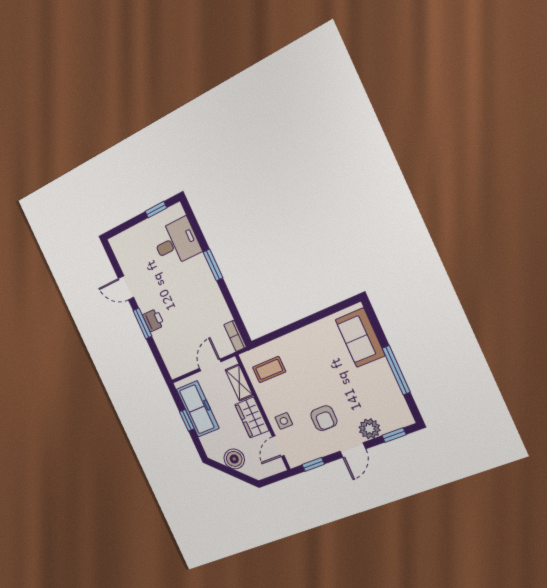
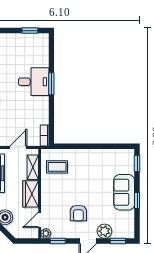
desk: (176, 242) -> (34, 82), moved
window: (374, 320) -> (137, 163), added
sofa: (360, 338) -> (124, 192), moved
window: (396, 370) -> (137, 200), width x0.46
side table: (284, 421) -> (51, 205), removed
plant: (294, 460) -> (46, 234), added

